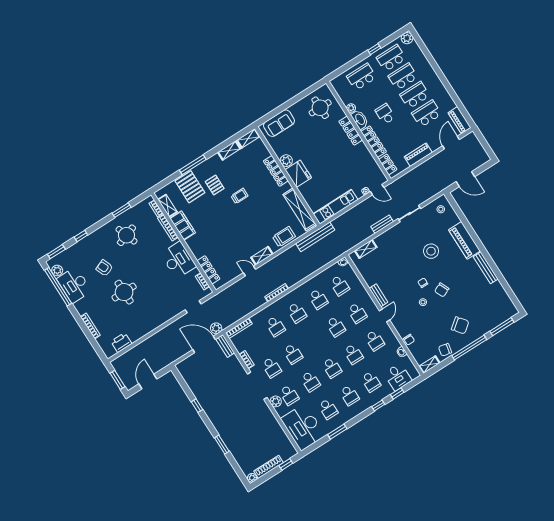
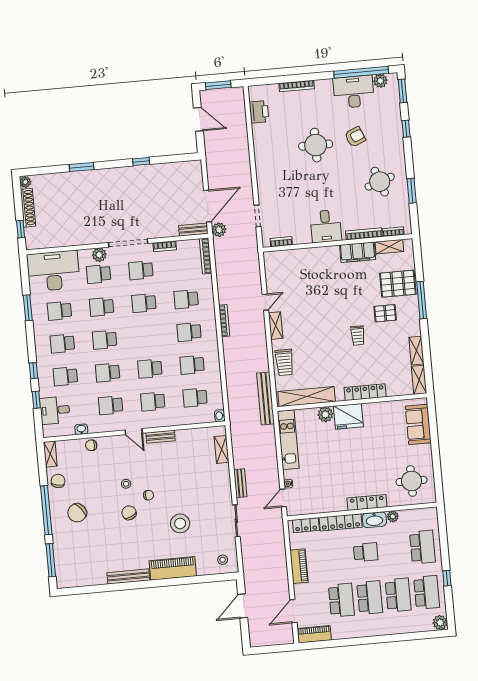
door: (451, 143) -> (293, 611), swing flipped
plant: (286, 161) -> (325, 414), moved
desk: (178, 260) -> (326, 226), width x0.73
locker: (208, 270) -> (291, 256), removed

